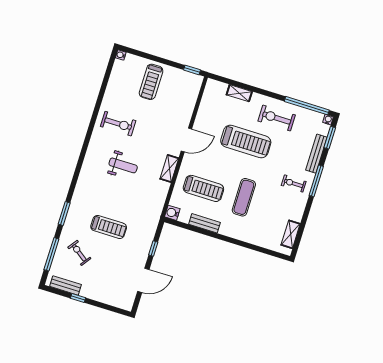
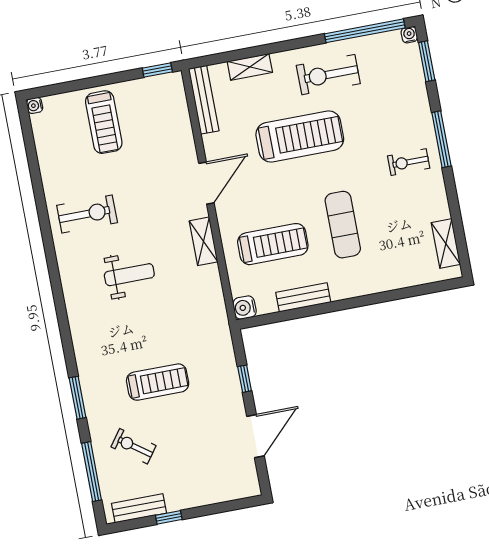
bench: (316, 154) -> (204, 100), moved

